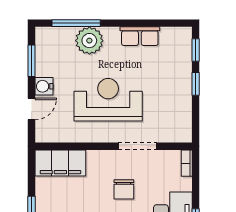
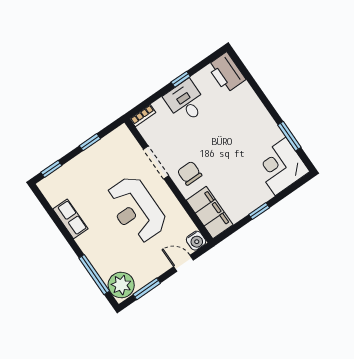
plant: (89, 41) -> (121, 285), moved
window: (196, 84) -> (90, 142), moved
water cooler: (44, 86) -> (196, 241), moved
chair: (124, 189) -> (190, 173), moved, turned -90

